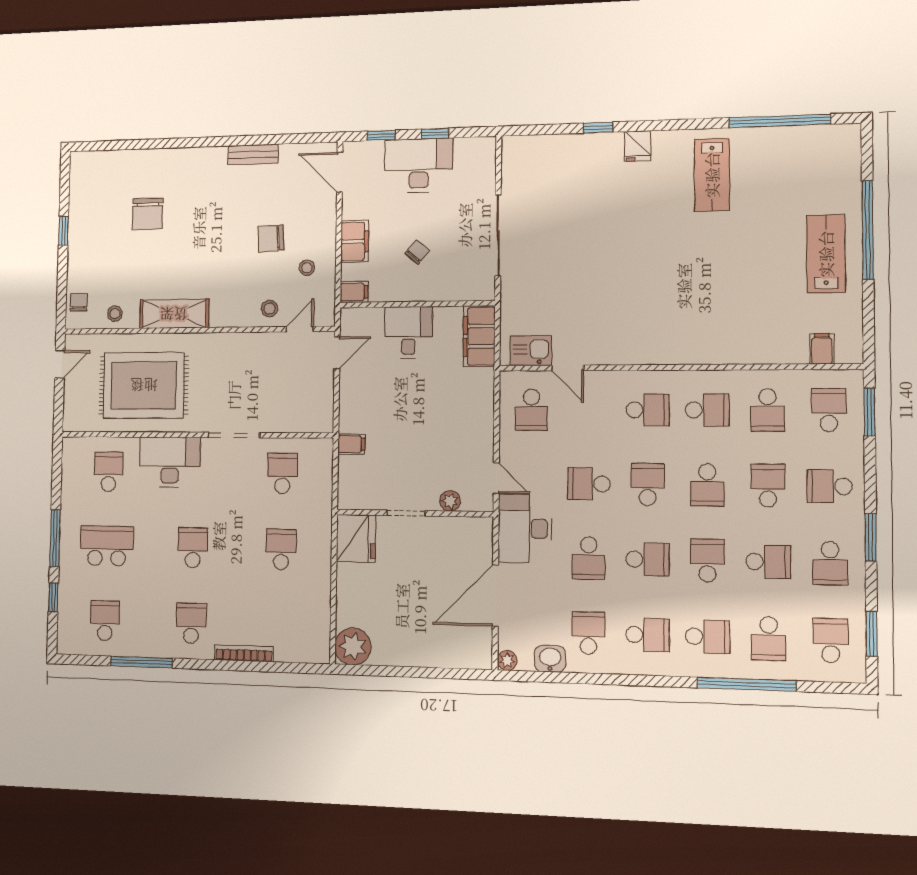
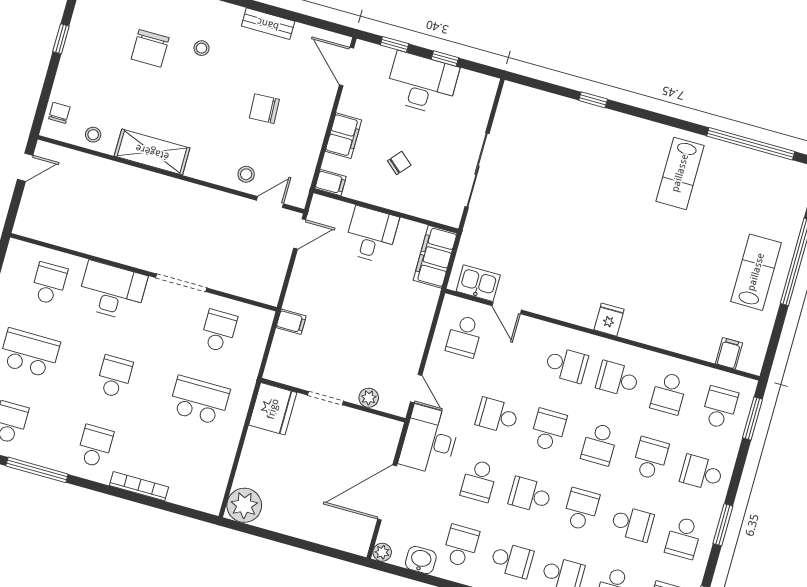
fridge: (638, 146) -> (609, 320), moved, turned 180
stool: (307, 268) -> (202, 48), moved
rug: (144, 385) -> (105, 211), removed
school desk: (707, 410) -> (618, 379), turned 180
school desk: (281, 549) -> (199, 400), width x1.85
school desk: (648, 559) -> (530, 495), turned 180

